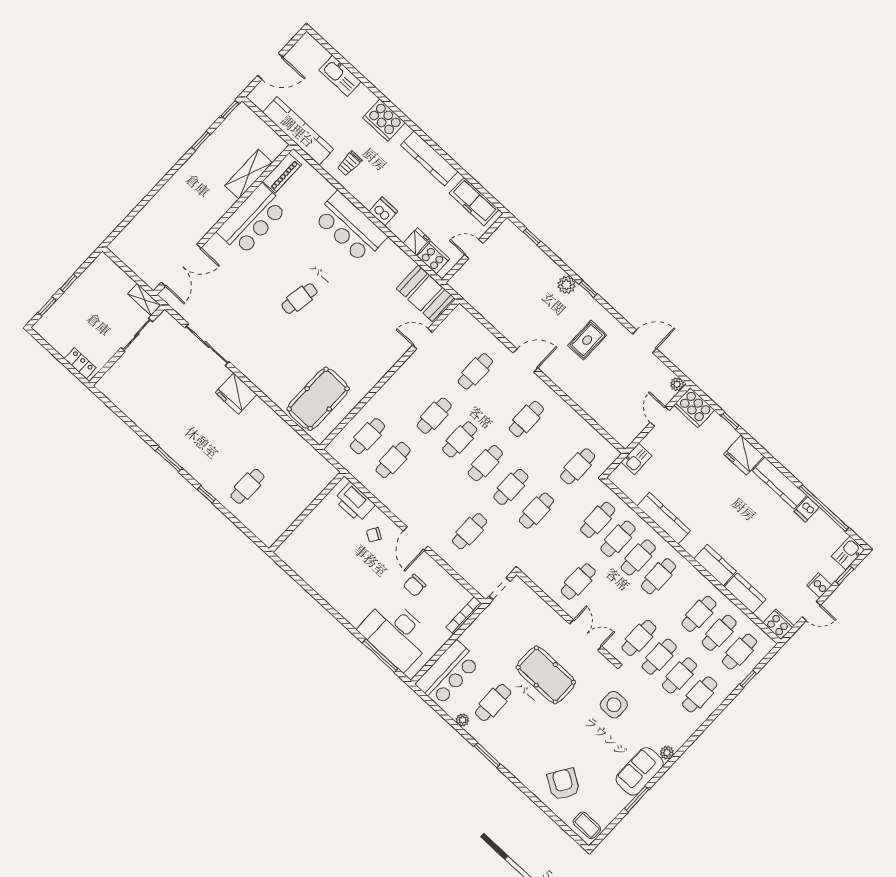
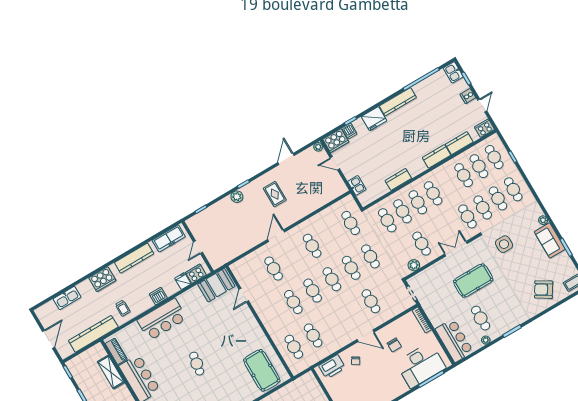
dishwasher: (807, 509) -> (349, 131), moved
kitchen counter: (664, 518) -> (398, 179), width x0.67
plant: (542, 579) -> (414, 265), added

